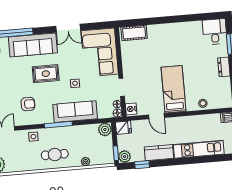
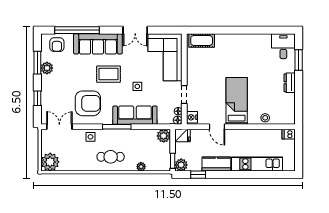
armchair: (28, 104) -> (88, 103), width x1.88, depth x1.88

